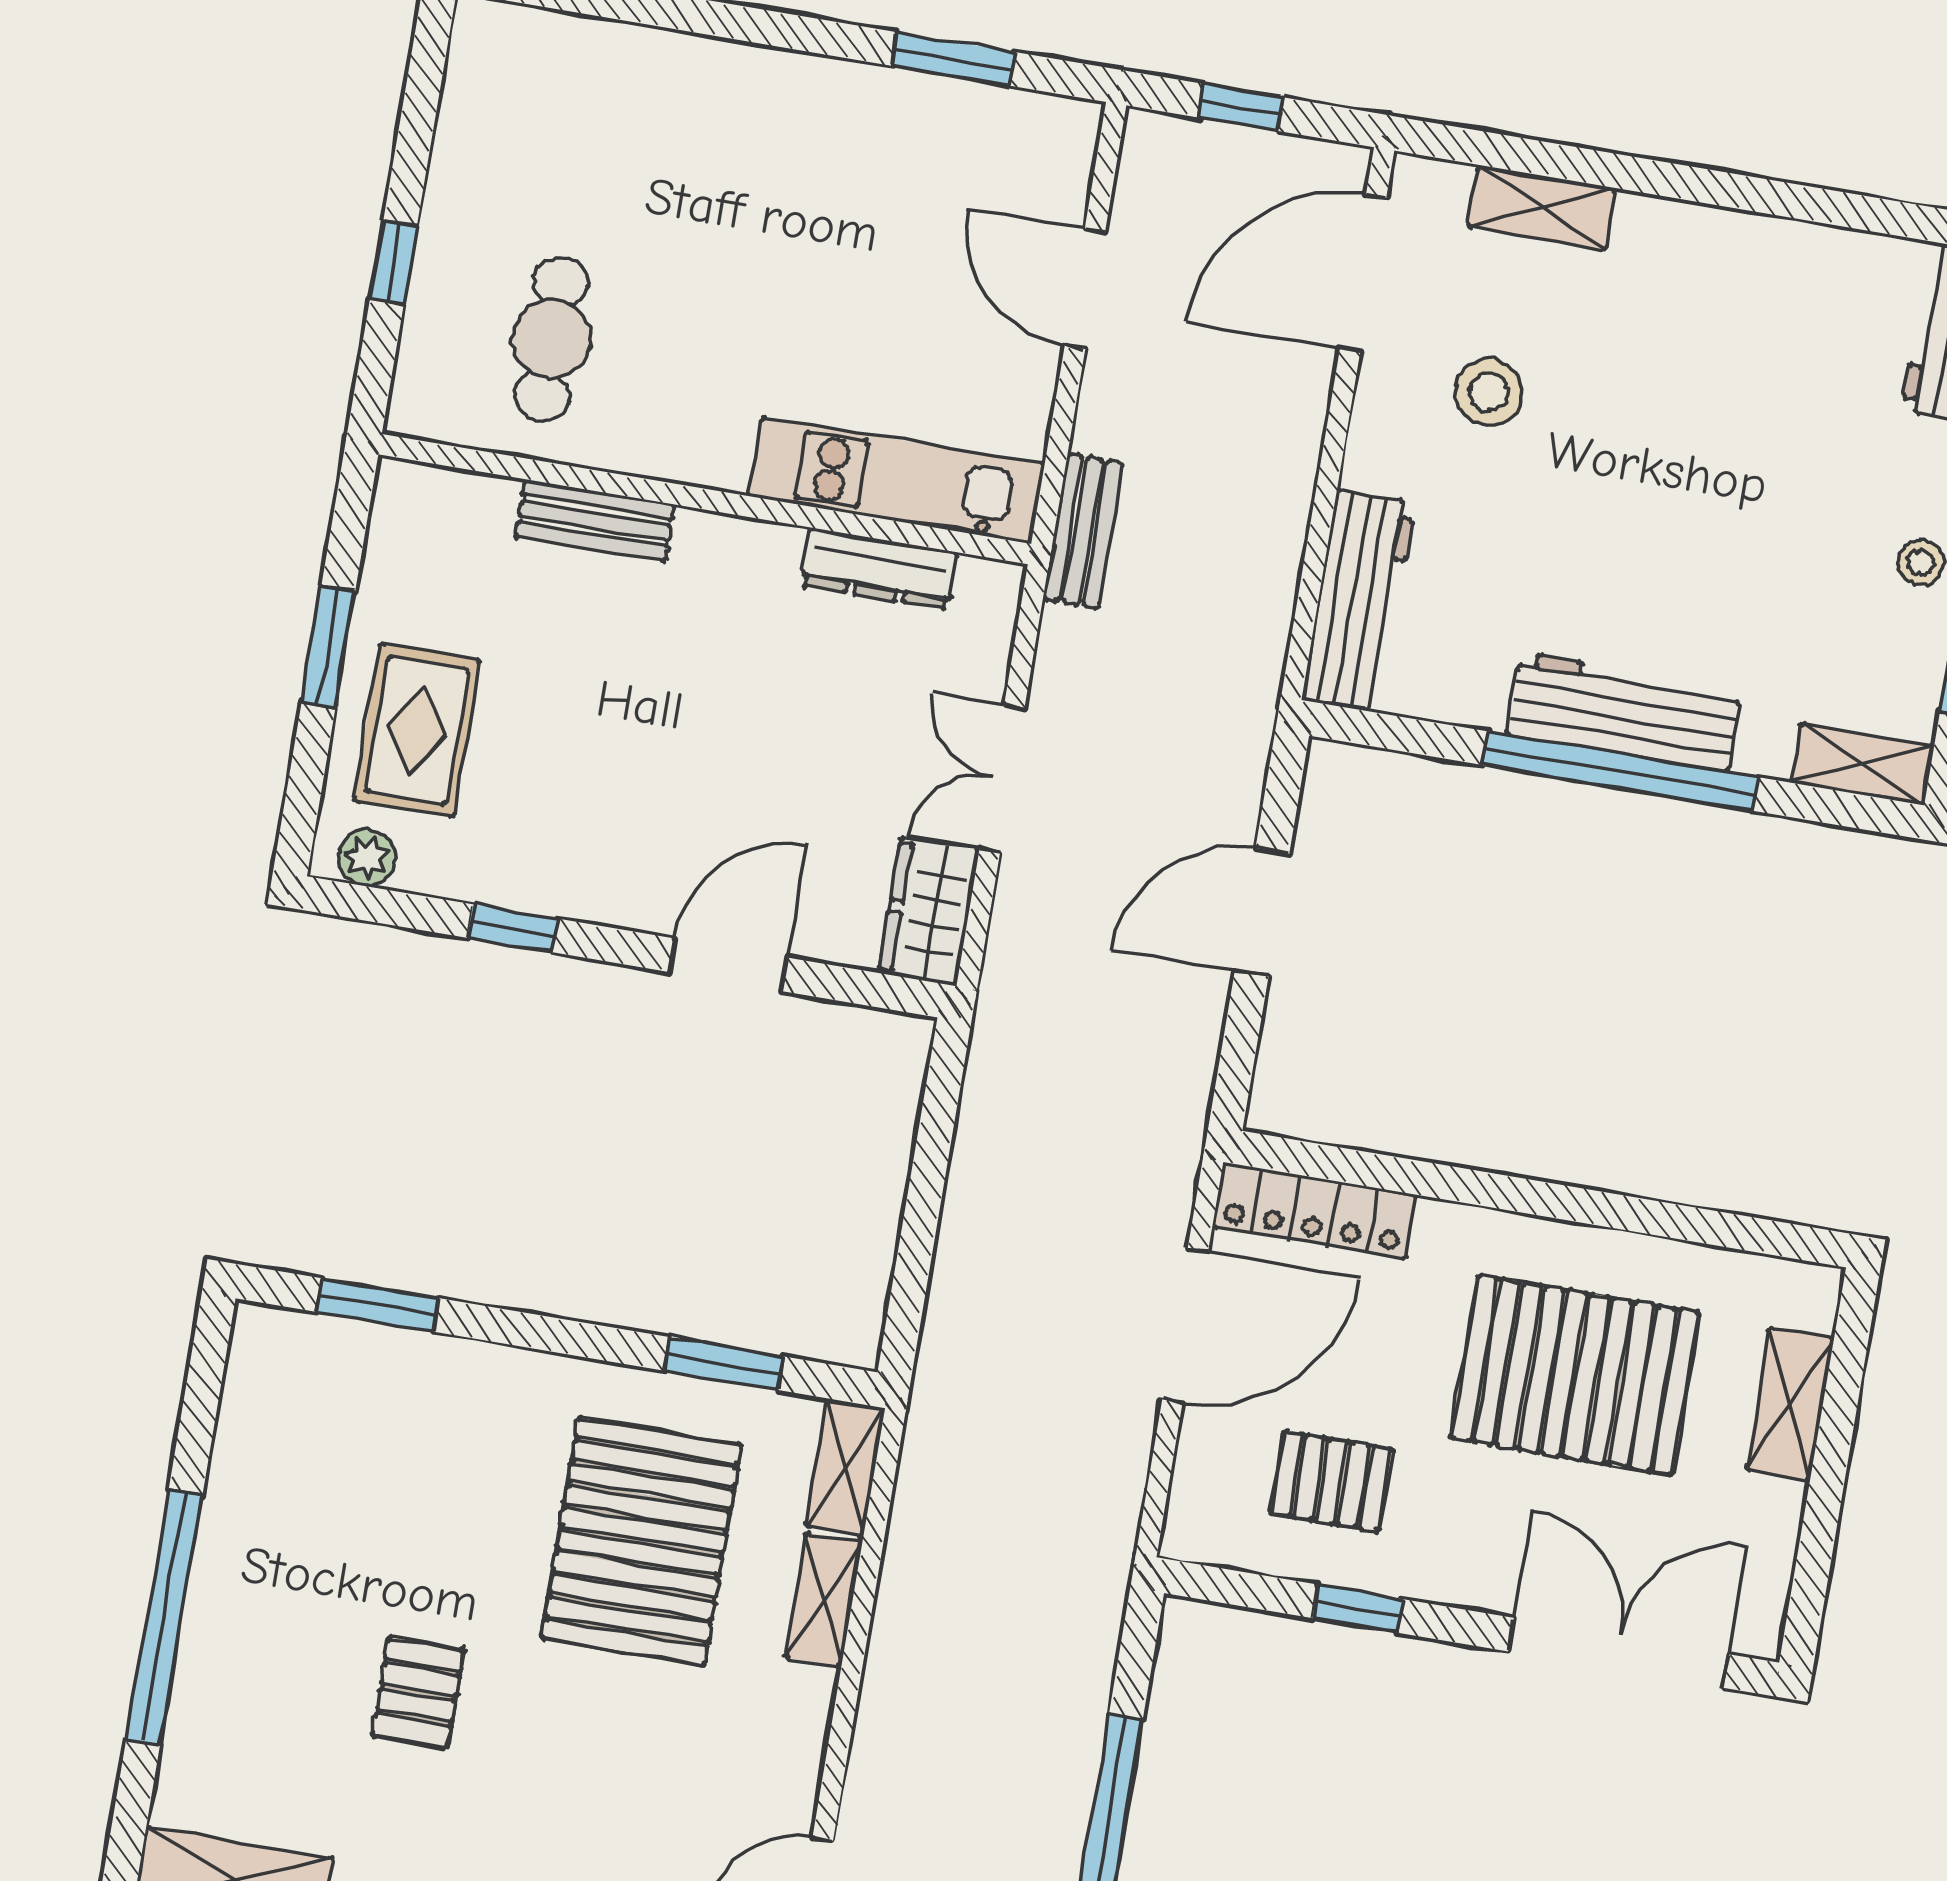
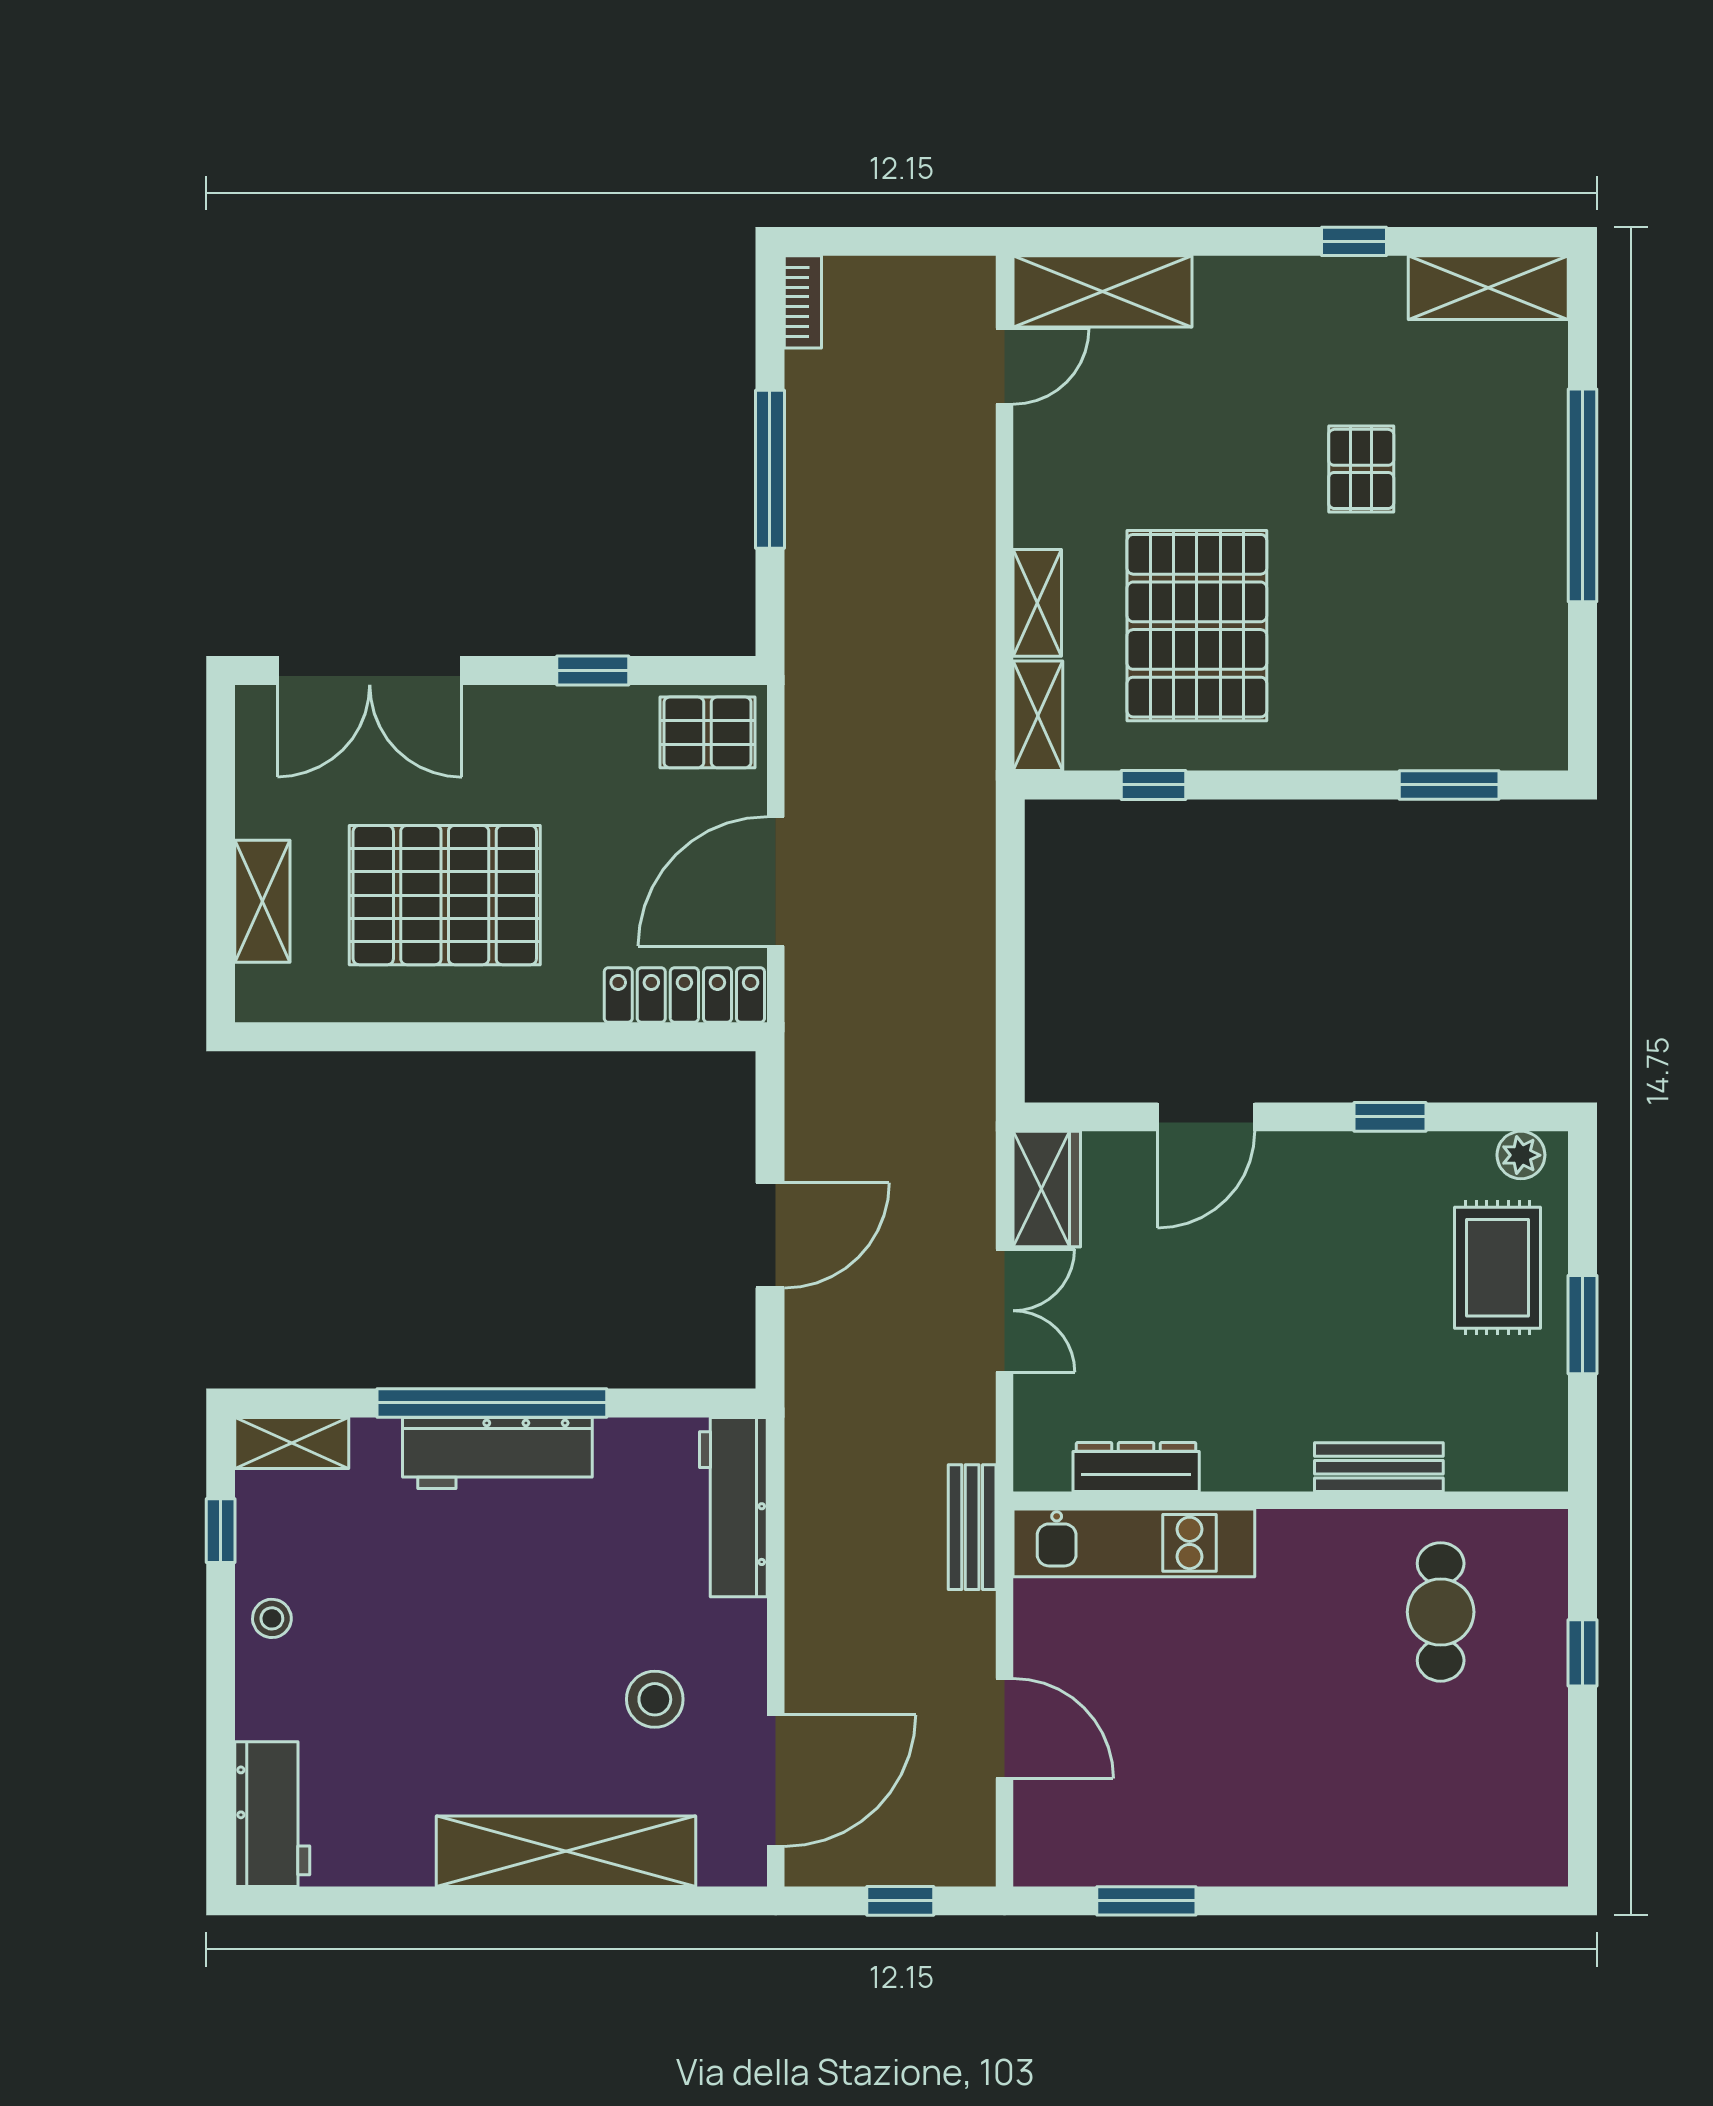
shelving: (1542, 208) -> (566, 1851), width x2.20, depth x1.33
window: (724, 1364) -> (1154, 785), width x0.67
pallet: (1331, 1481) -> (707, 732), moved

